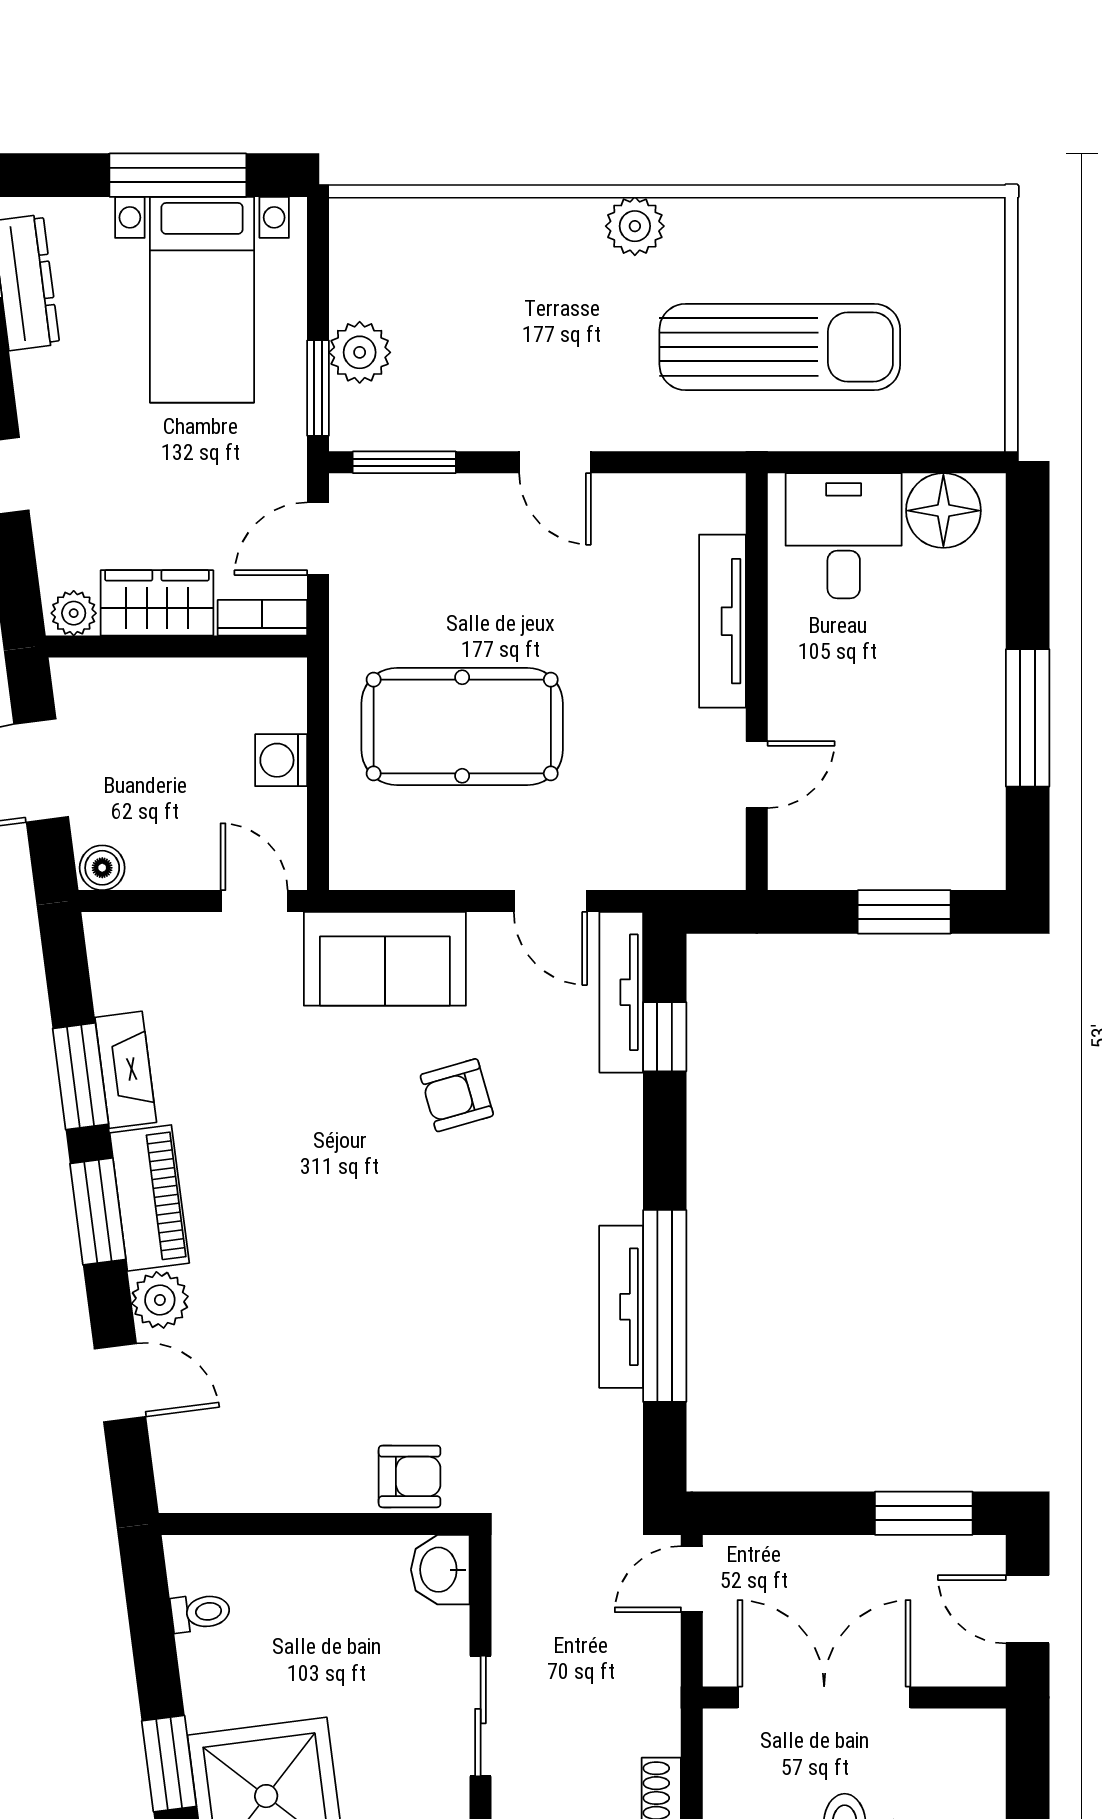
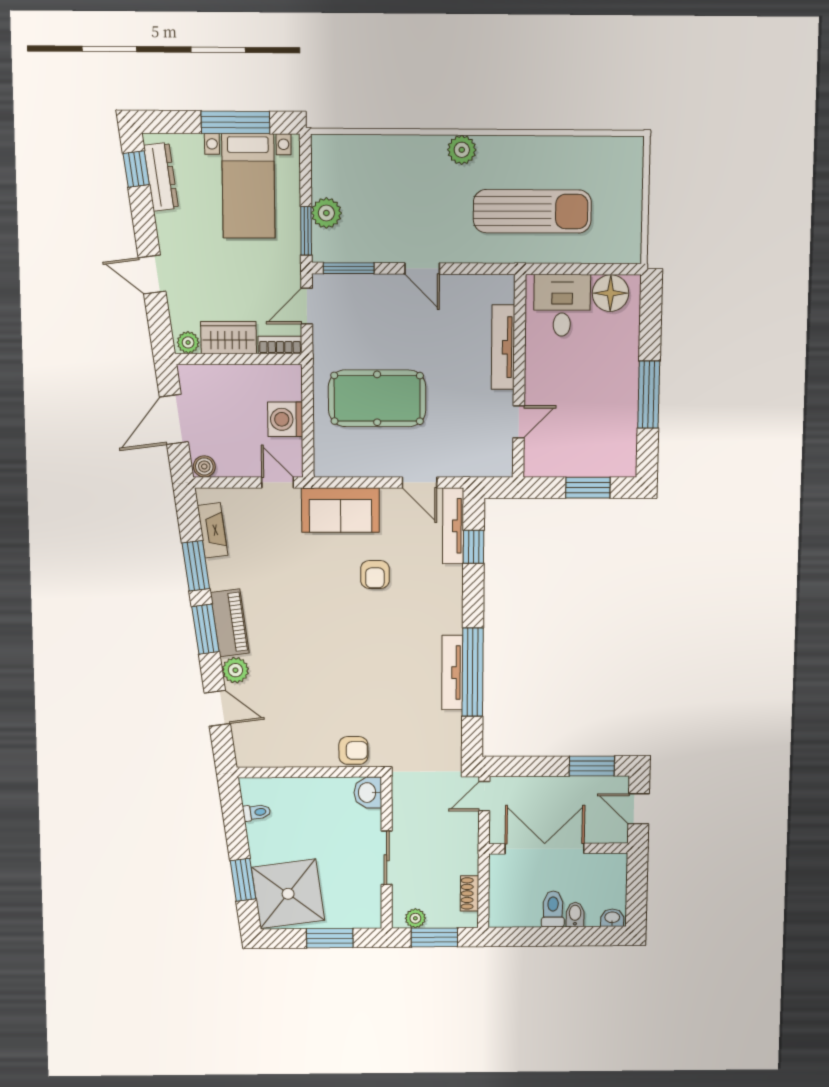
washing machine: (281, 760) -> (285, 419), width x1.38, depth x1.38
fireplace: (126, 1070) -> (213, 530), moved
armchair: (457, 1095) -> (375, 574), turned -74

